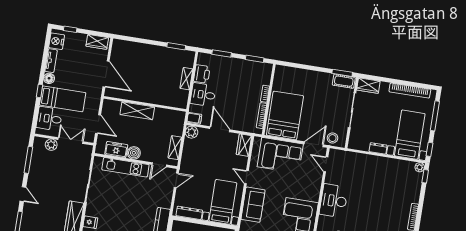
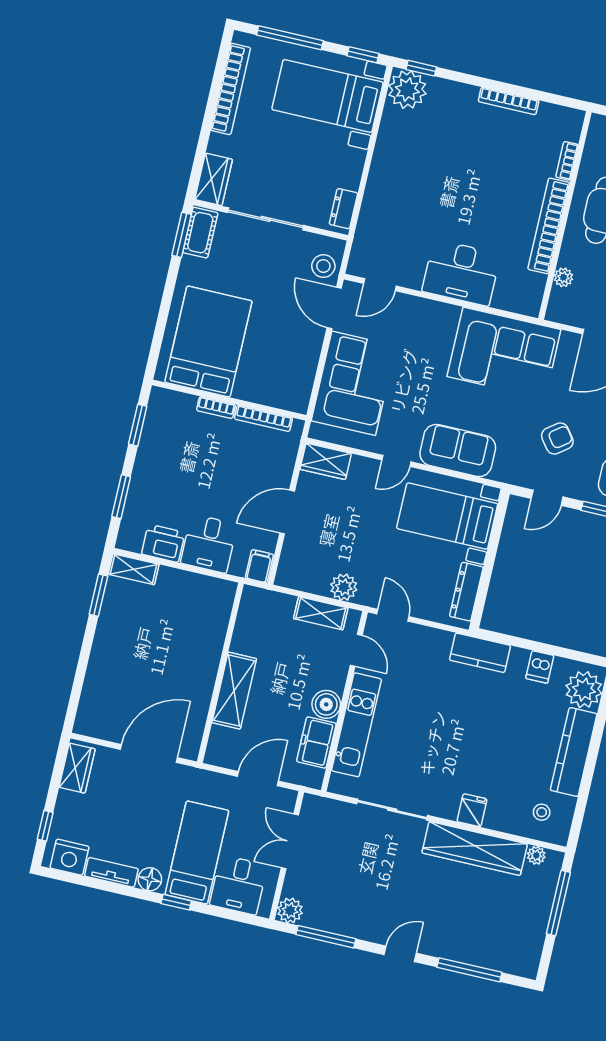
shelving: (186, 79) -> (134, 569), moved
bed: (285, 115) -> (208, 342), moved, turned 90
plant: (191, 132) -> (344, 587), moved
plant: (51, 145) -> (290, 910), moved
dresser: (378, 148) -> (343, 209), moved
plant: (420, 167) -> (407, 90), width x1.88, depth x1.88

